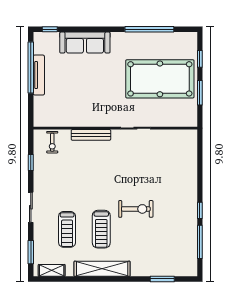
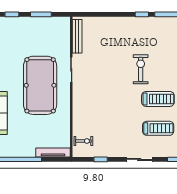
tv unit: (39, 75) -> (53, 153), moved
pool table: (160, 79) -> (40, 85), moved
bench: (91, 135) -> (77, 36), moved

